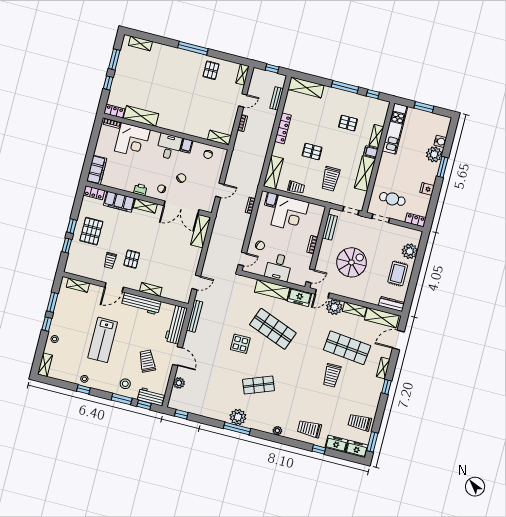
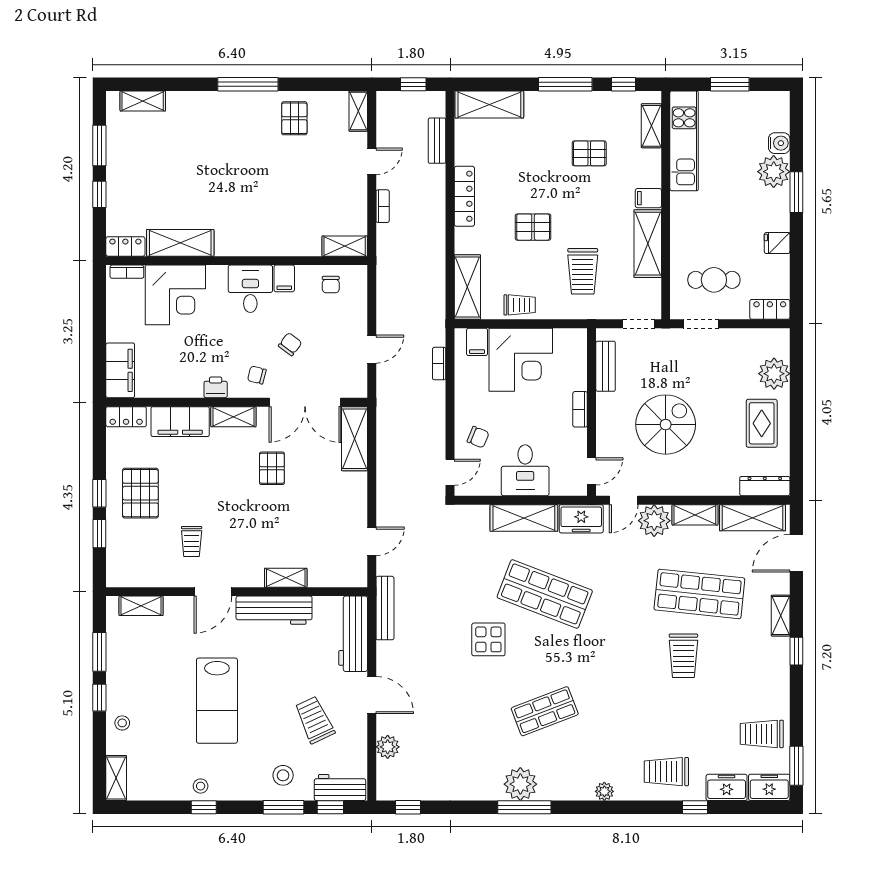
shelving: (376, 136) -> (651, 126), moved
pallet: (132, 259) -> (272, 468), moved

